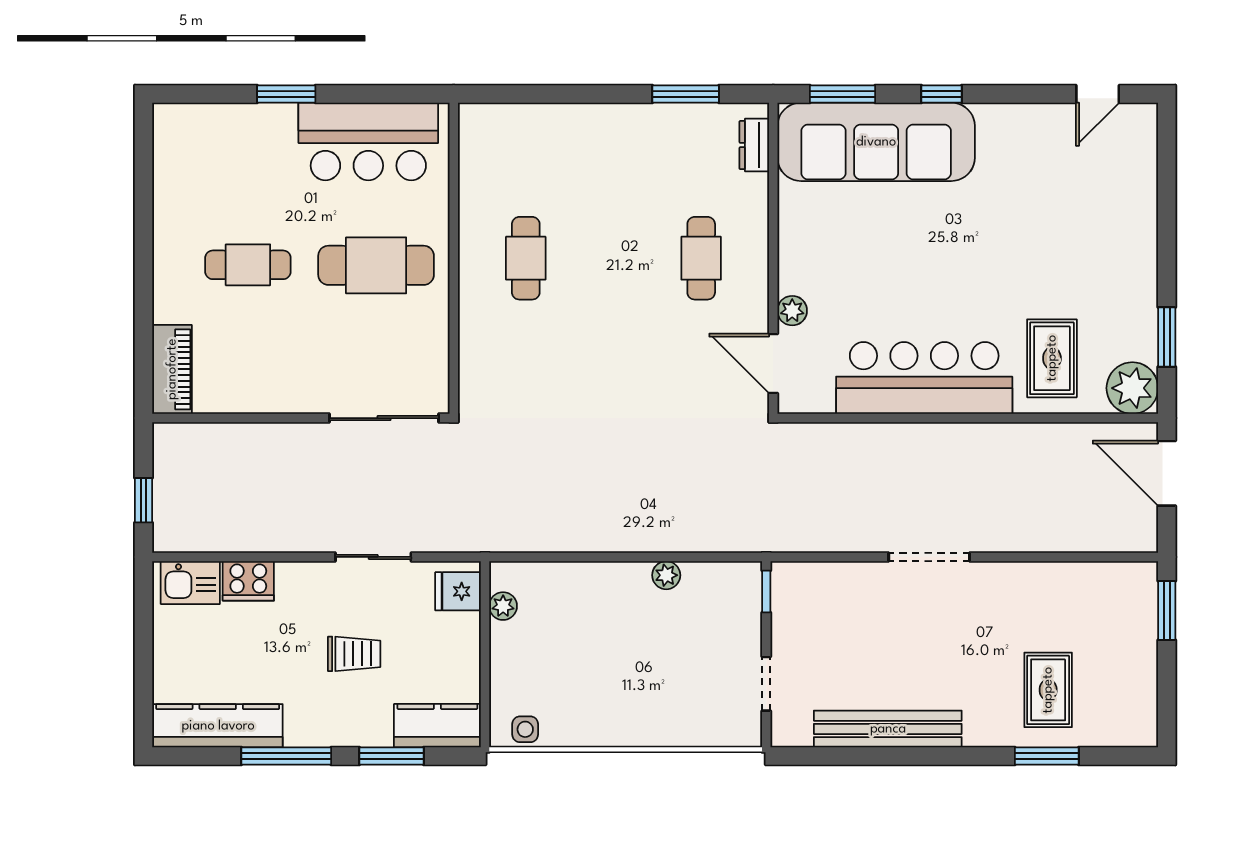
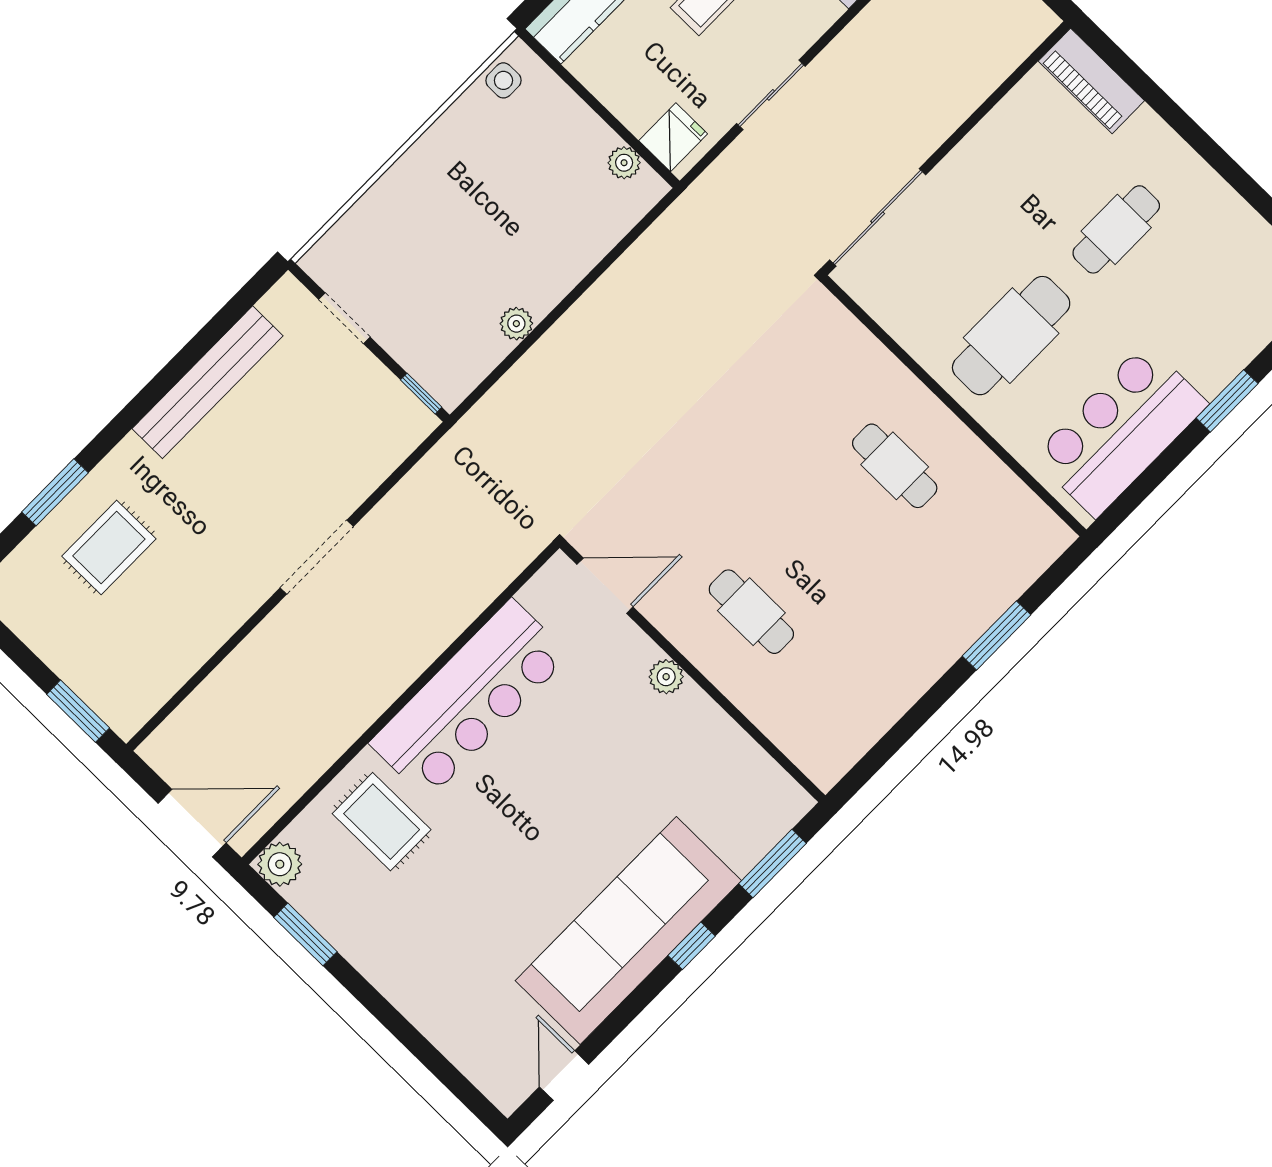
window: (686, 94) -> (997, 635), moved
sofa: (876, 142) -> (628, 931), moved
dresser: (754, 145) -> (802, 748), removed
plant: (792, 311) -> (666, 677), moved
plant: (1132, 388) -> (280, 864), width x0.73, depth x0.73
rug: (1048, 690) -> (109, 547), turned 90

